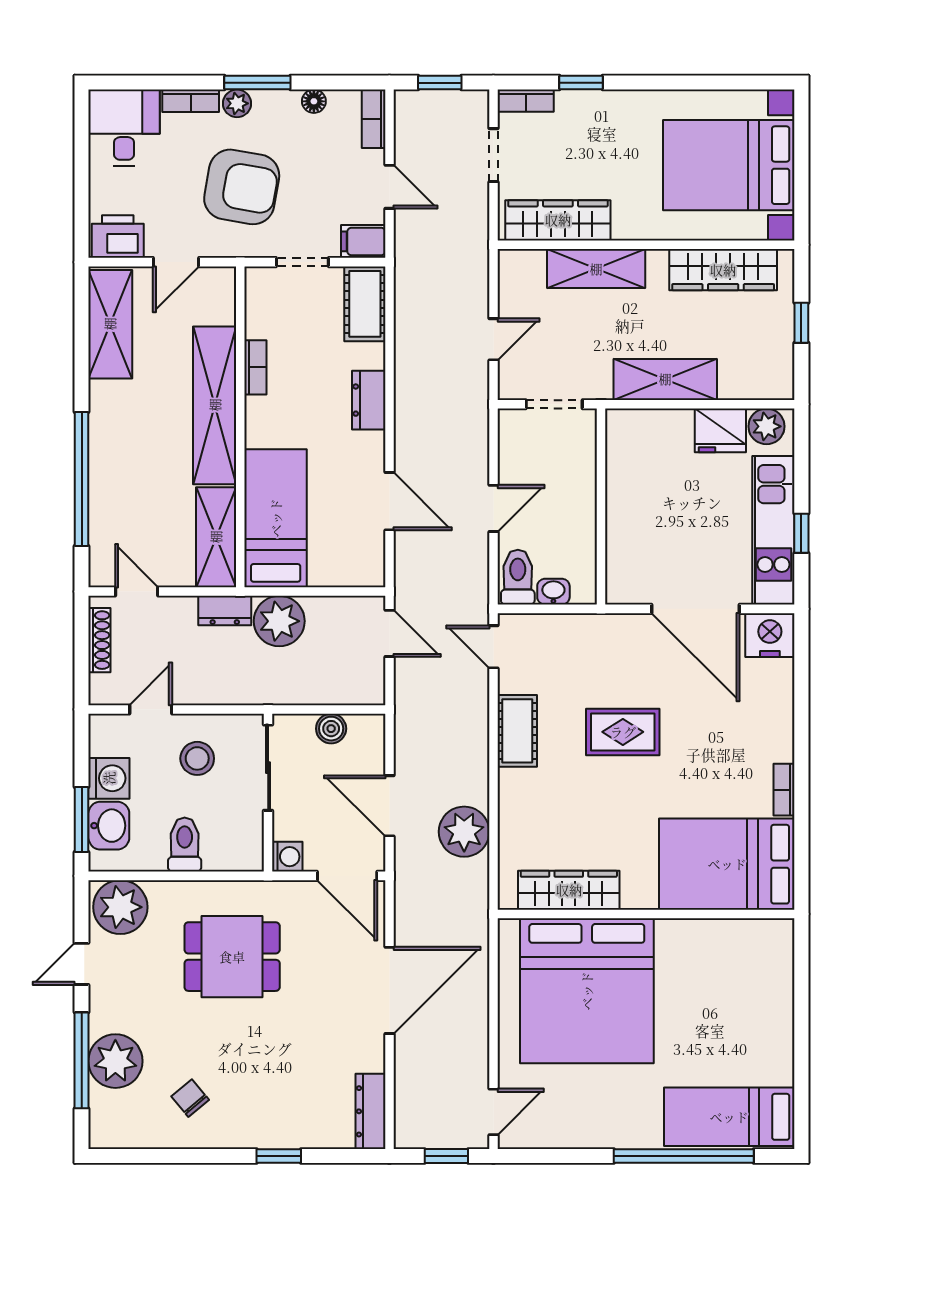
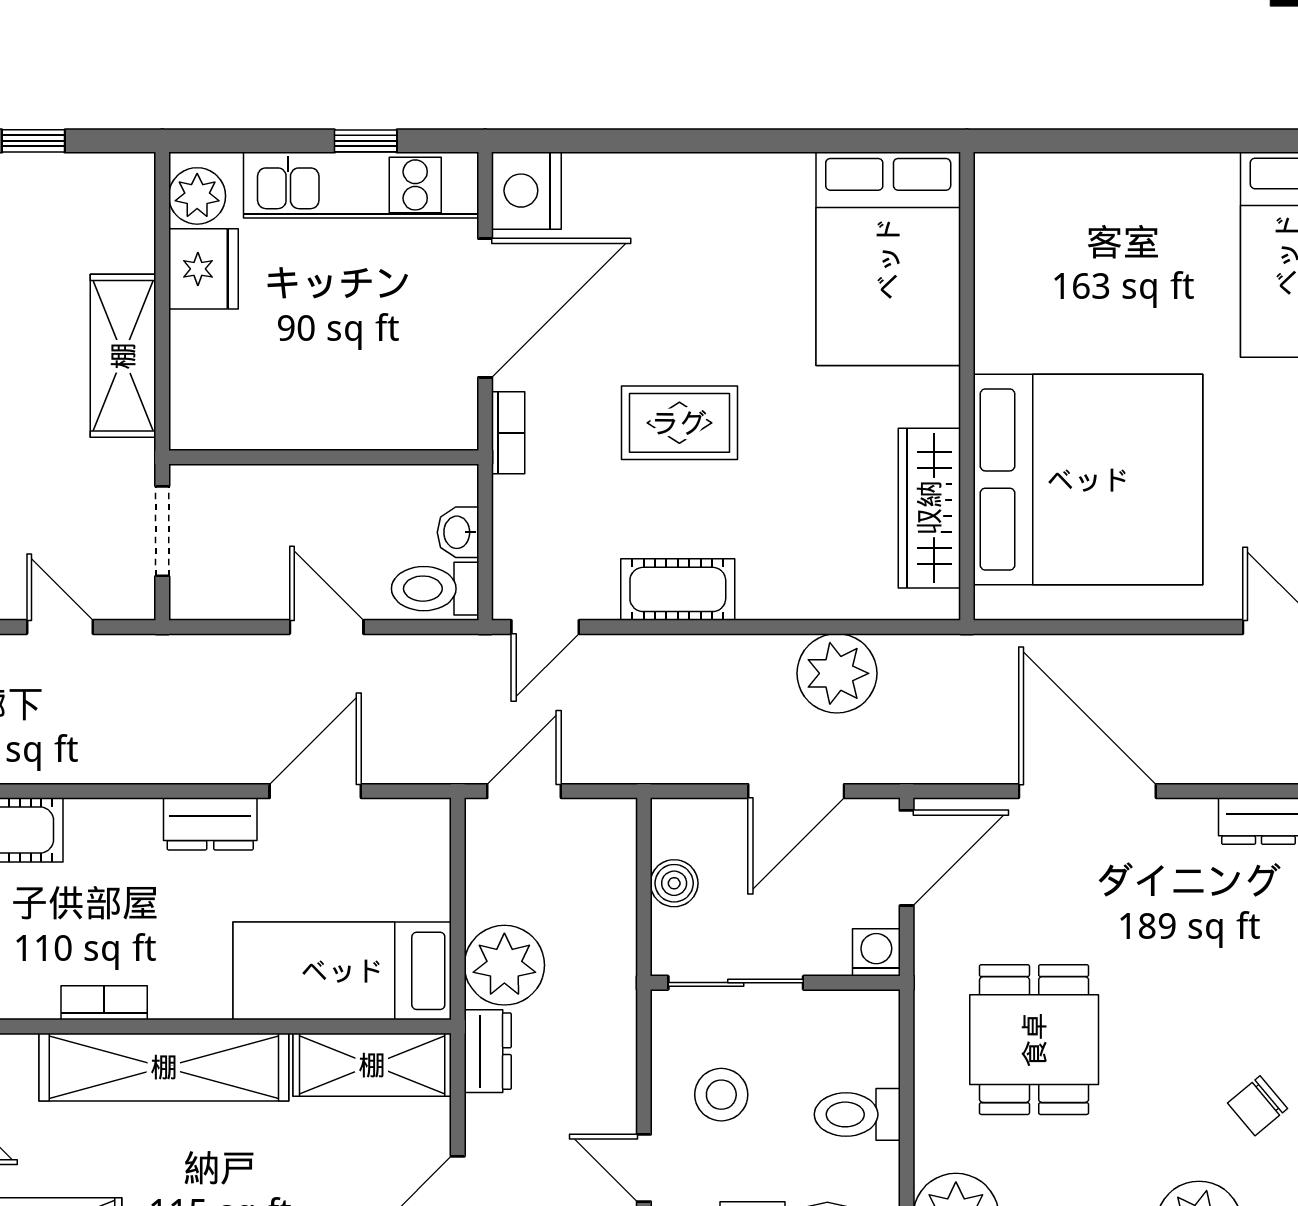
dresser: (369, 400) -> (210, 824), moved
rug: (623, 732) -> (679, 423), turned 90
bookcase: (784, 790) -> (508, 433), moved, turned -90

